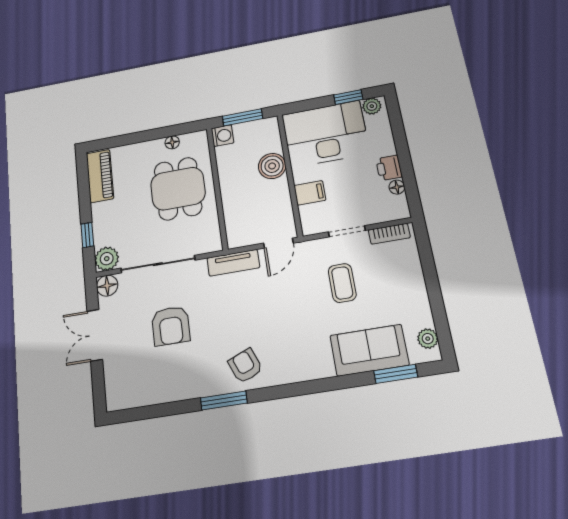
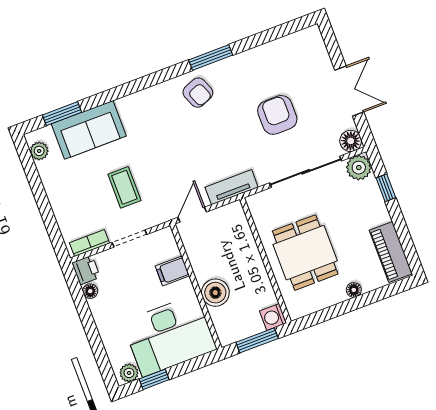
floor lamp: (172, 142) -> (354, 290), moved
printer: (389, 168) -> (86, 270), moved

